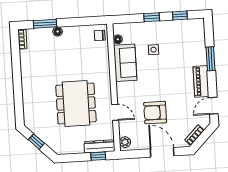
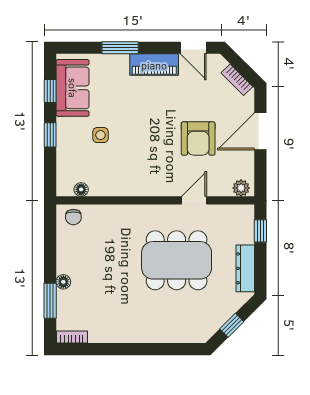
sofa: (125, 63) -> (73, 88), moved, turned 90
dresser: (99, 146) -> (245, 268), moved

